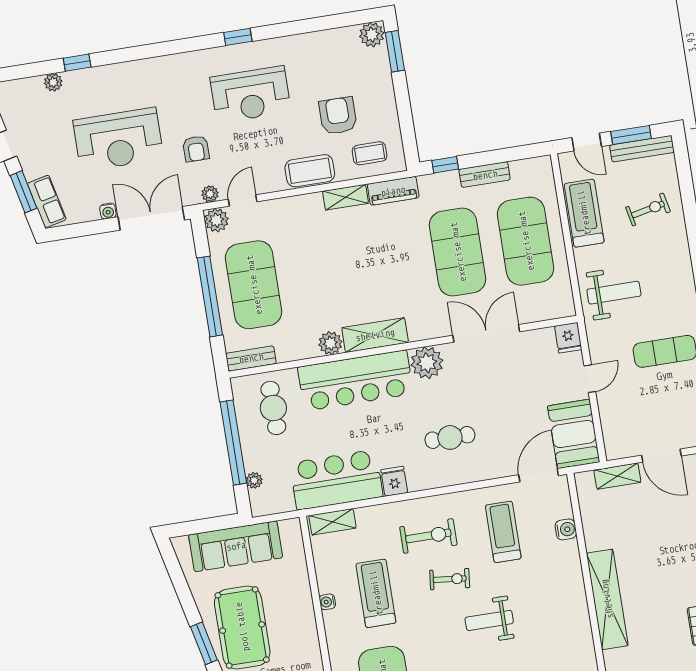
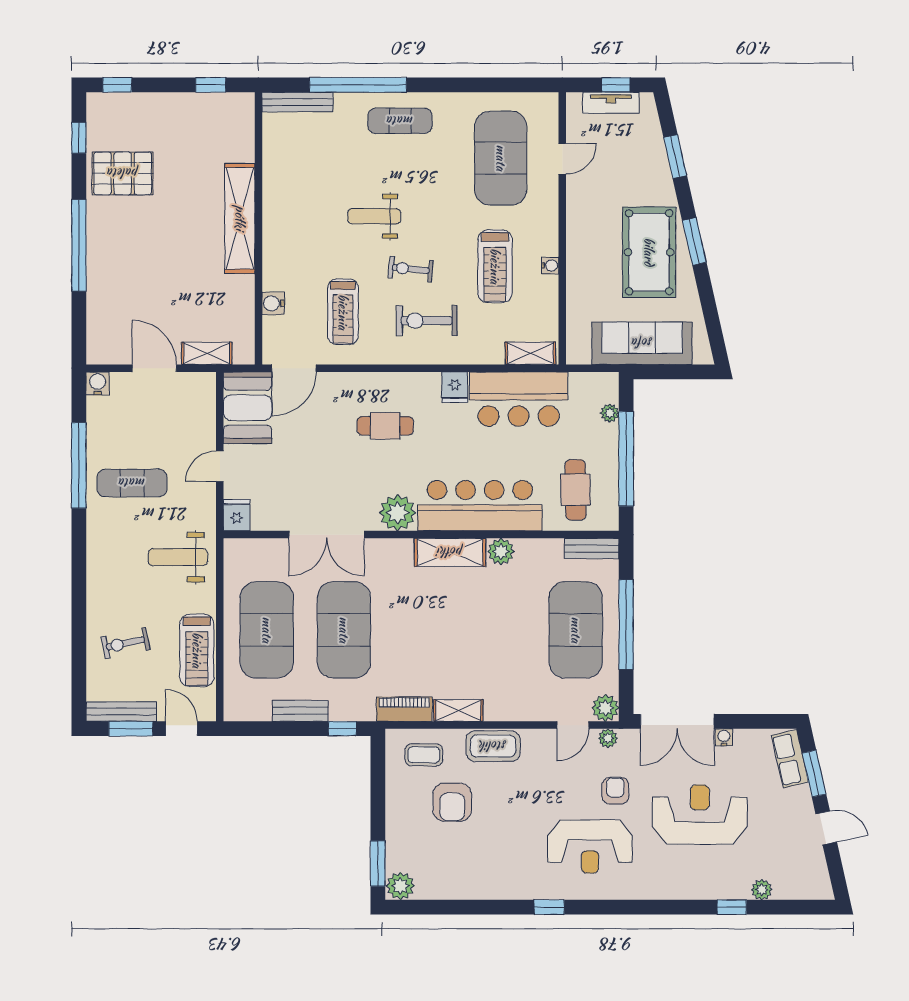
reception desk: (251, 94) -> (590, 846), moved, turned 180
weight bench: (489, 620) -> (374, 216), turned 180

